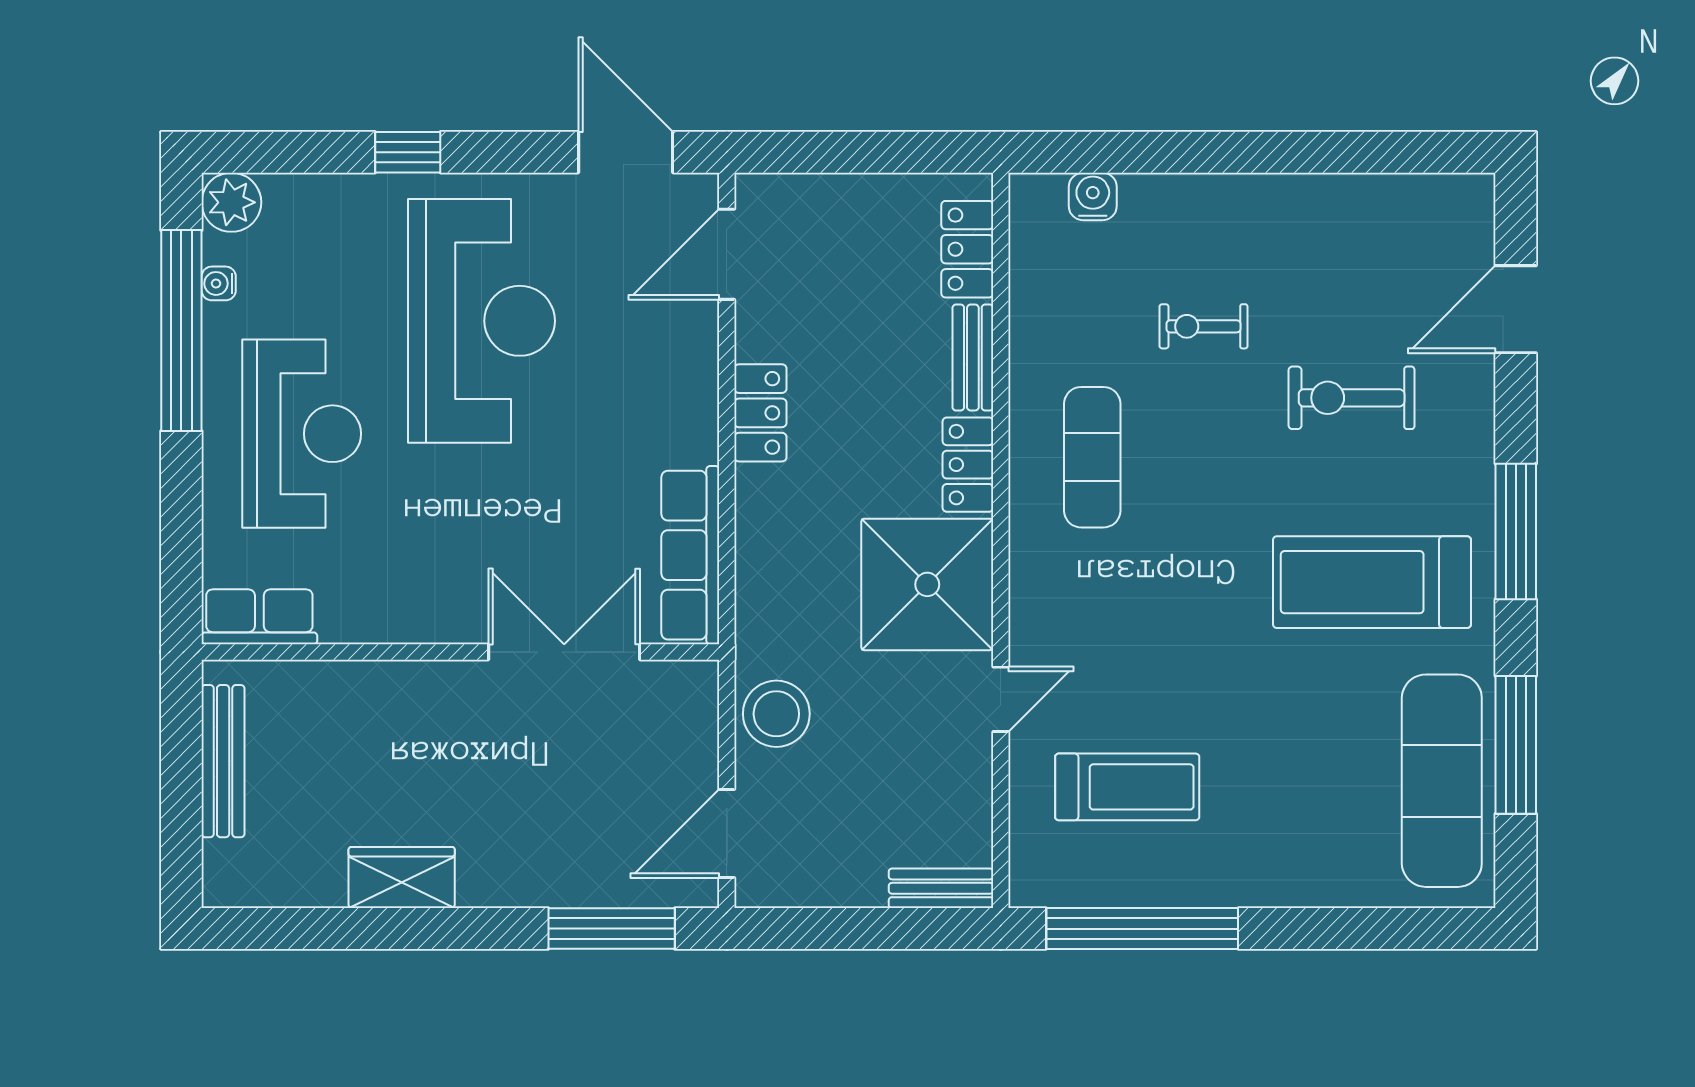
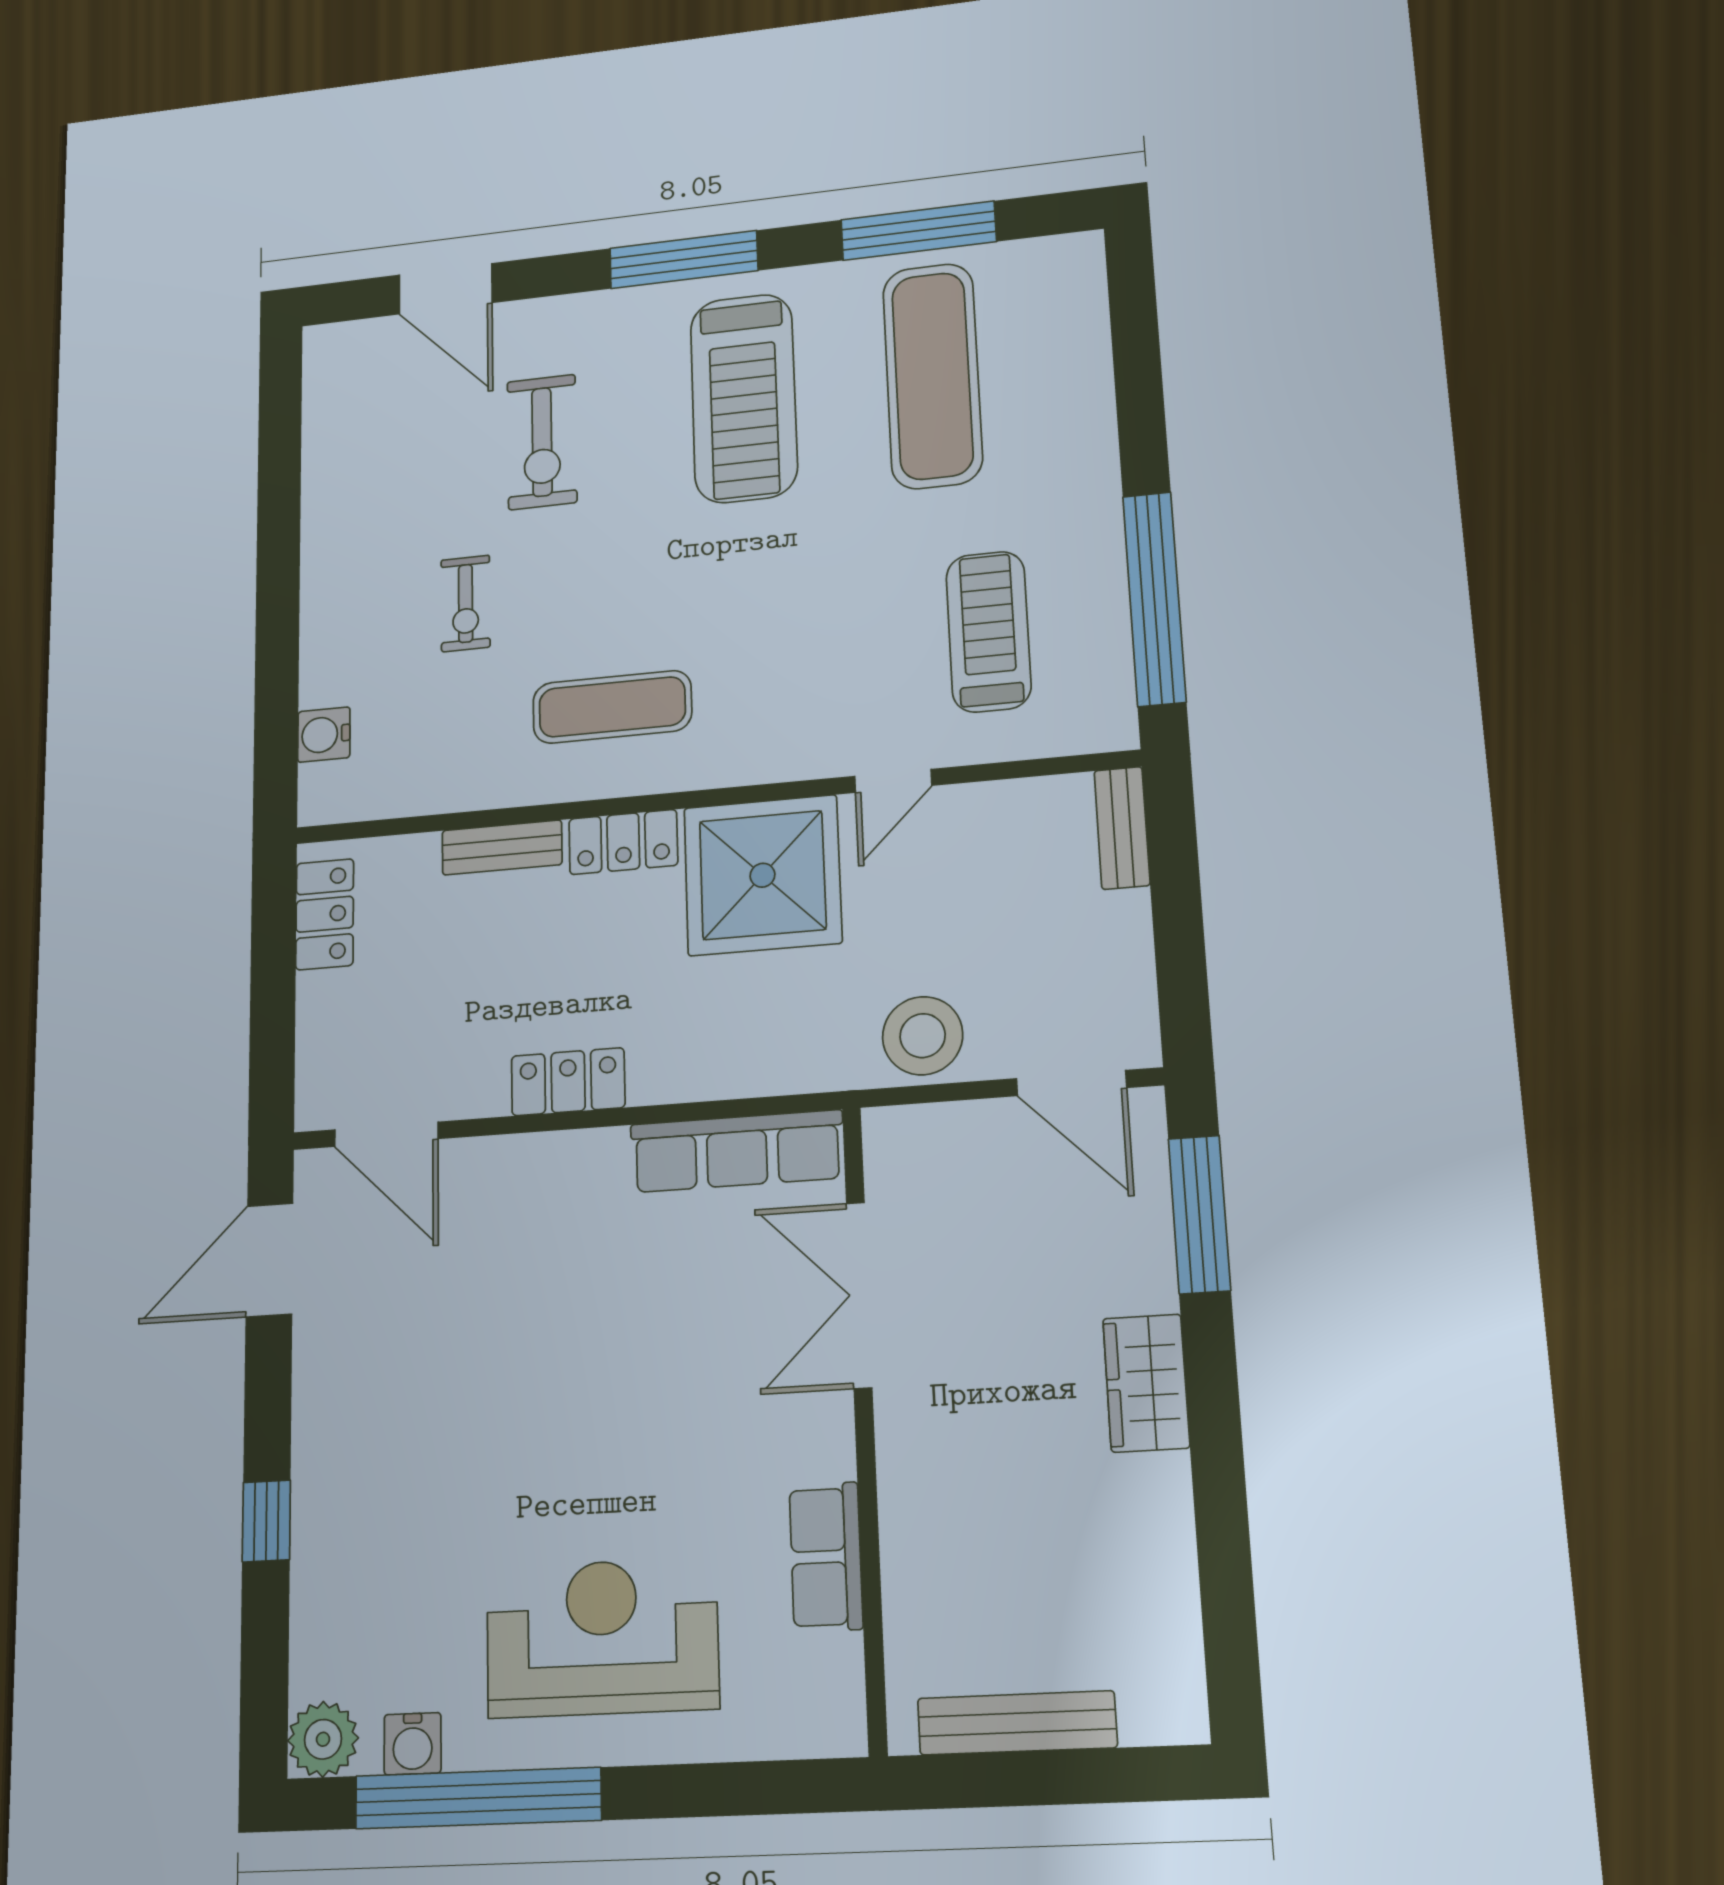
locker: (967, 249) -> (325, 914), moved, turned -90
water cooler: (219, 283) -> (413, 1744), width x1.38, depth x1.38
reception desk: (482, 321) -> (464, 1420), removed
row of seats: (259, 617) -> (826, 1557), moved
door: (1001, 699) -> (893, 781), swing flipped
exercise mat: (1442, 781) -> (932, 376), moved, turned 90
wardrobe: (402, 877) -> (1146, 1383), moved

